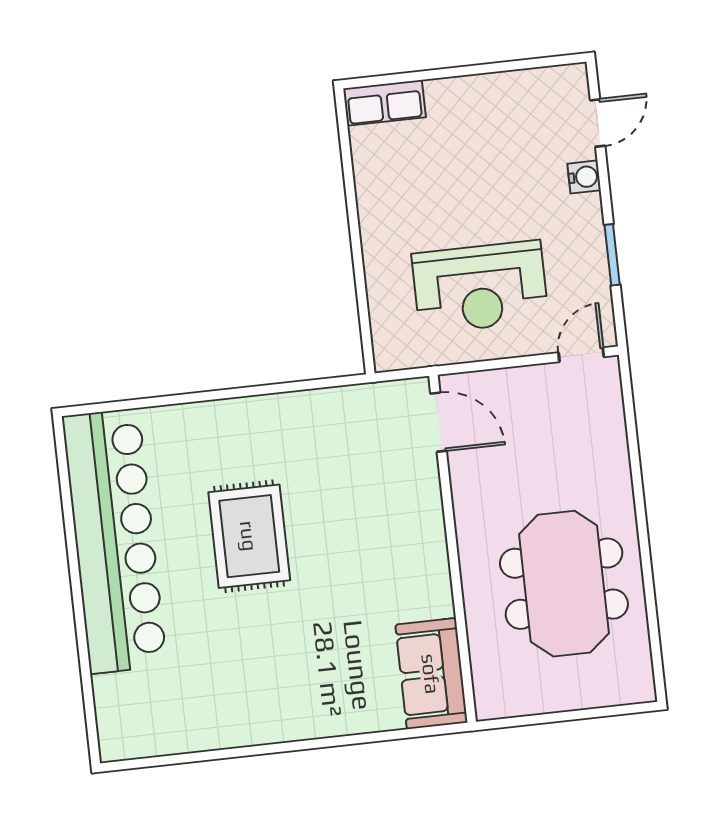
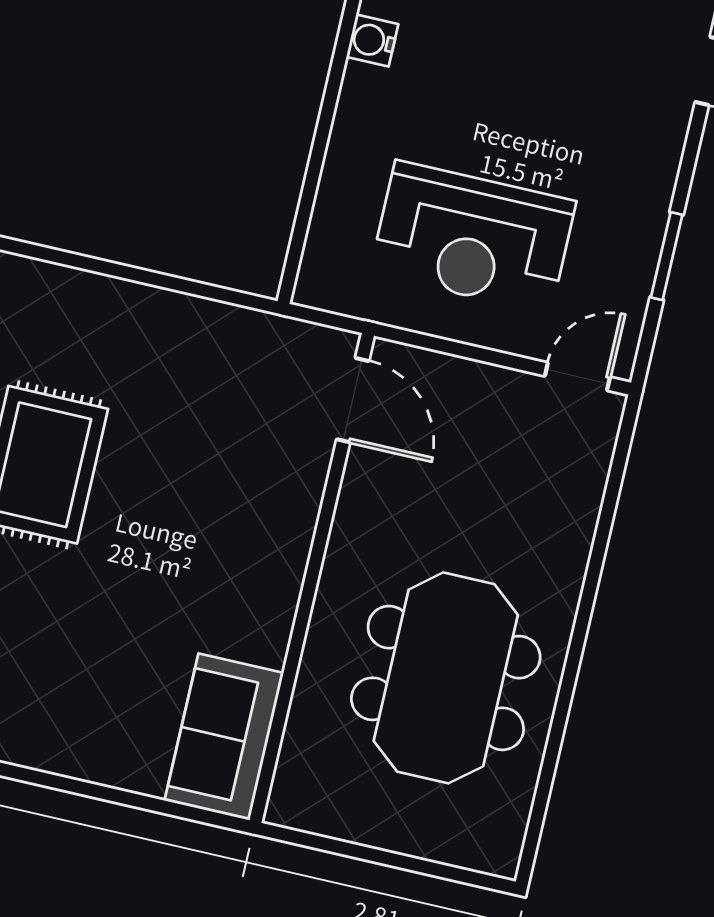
water cooler: (584, 177) -> (372, 41), moved, turned 180

